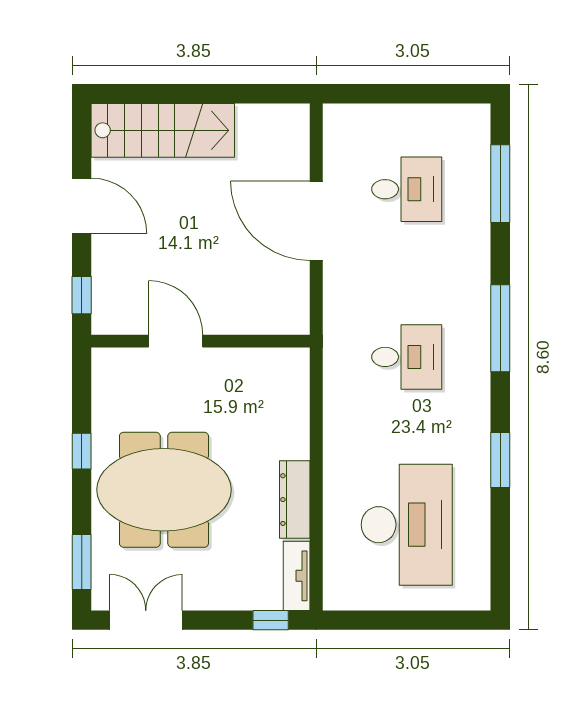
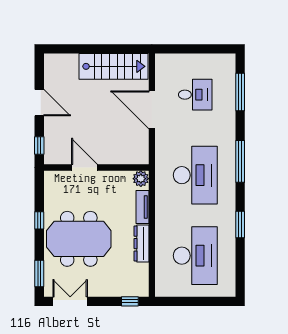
stairs: (163, 130) -> (114, 66), moved
desk: (407, 357) -> (195, 175), width x1.87, depth x1.30
plant: (293, 364) -> (141, 179), added
tv unit: (297, 576) -> (142, 207), moved

